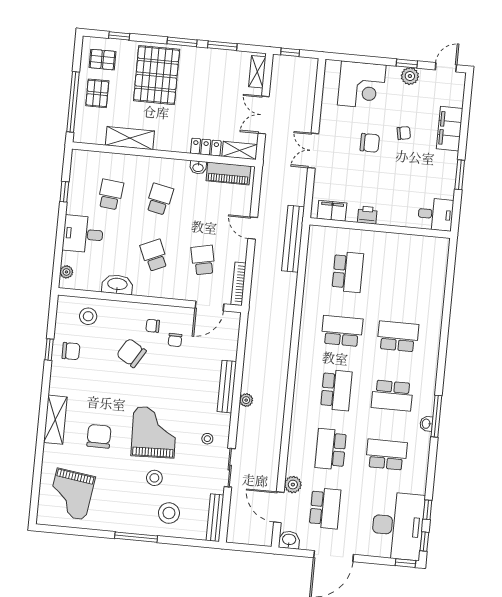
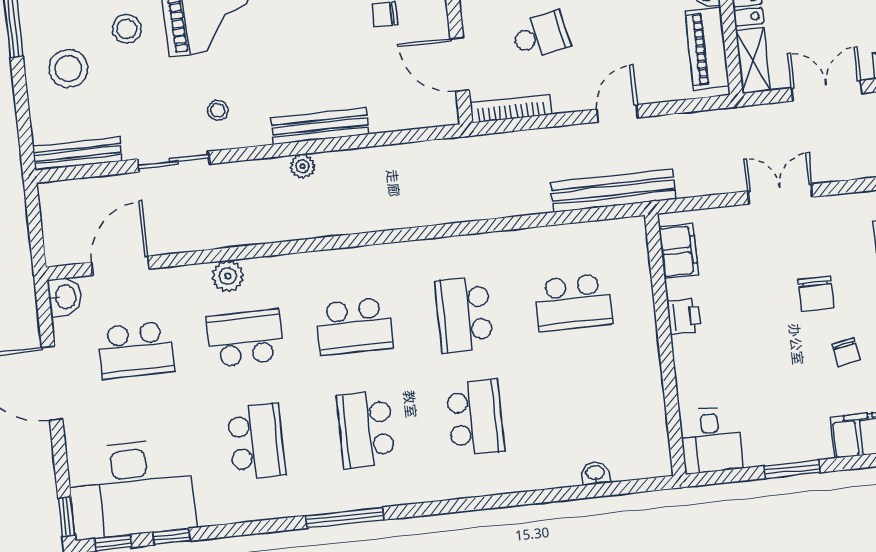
school desk: (342, 331) -> (464, 314), turned 180
washbasin: (426, 424) -> (595, 473), moved
plant: (293, 485) -> (228, 276), moved

